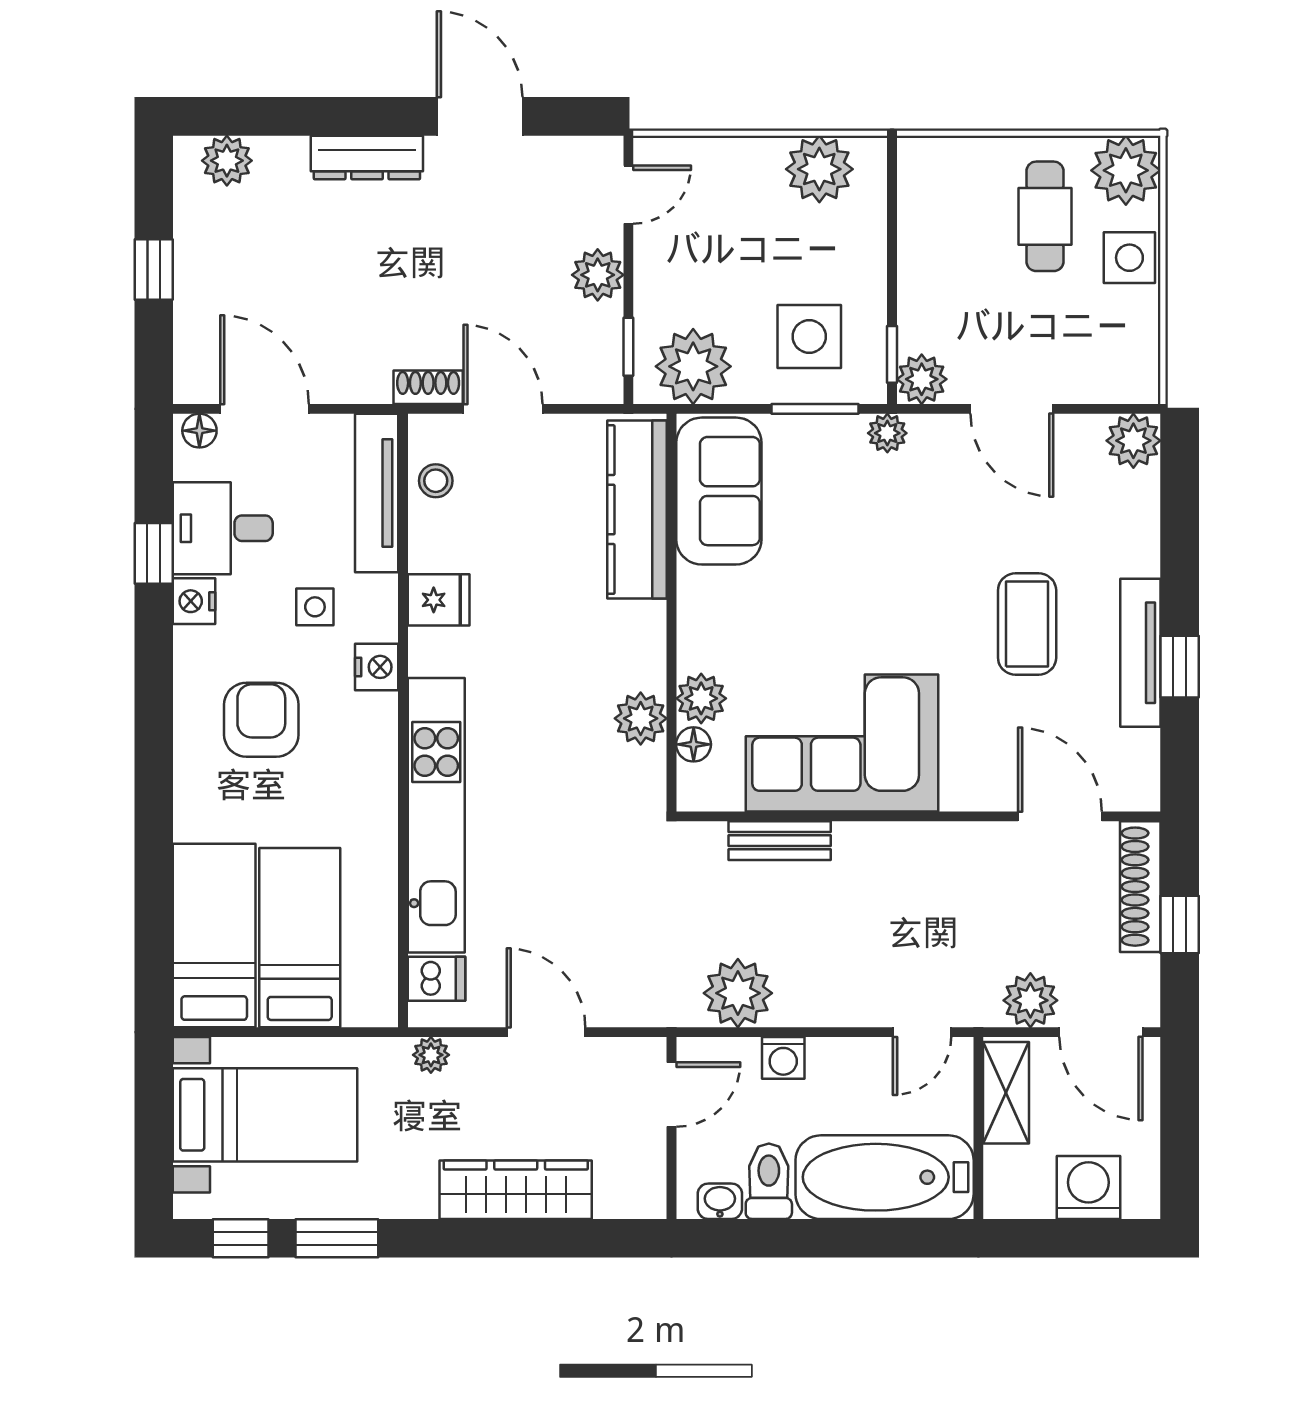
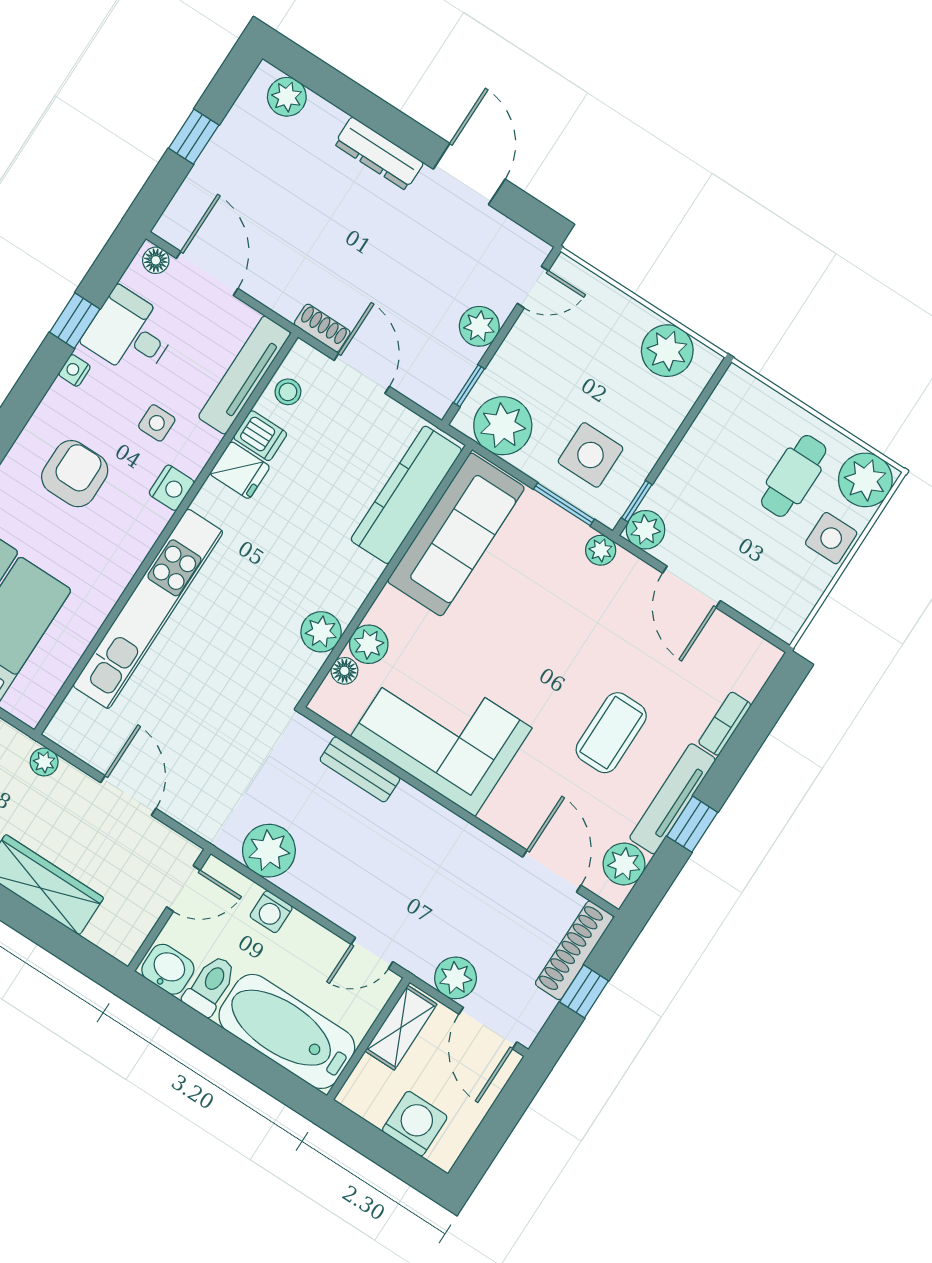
plant: (1133, 441) -> (624, 864), moved
sofa: (719, 491) -> (456, 534), width x1.36
bookcase: (1144, 534) -> (725, 724), added
nightstand: (194, 601) -> (74, 370), width x0.72, depth x0.74
dishwasher: (436, 979) -> (260, 436), moved
washbasin: (720, 1201) -> (168, 969), width x1.38, depth x1.45

